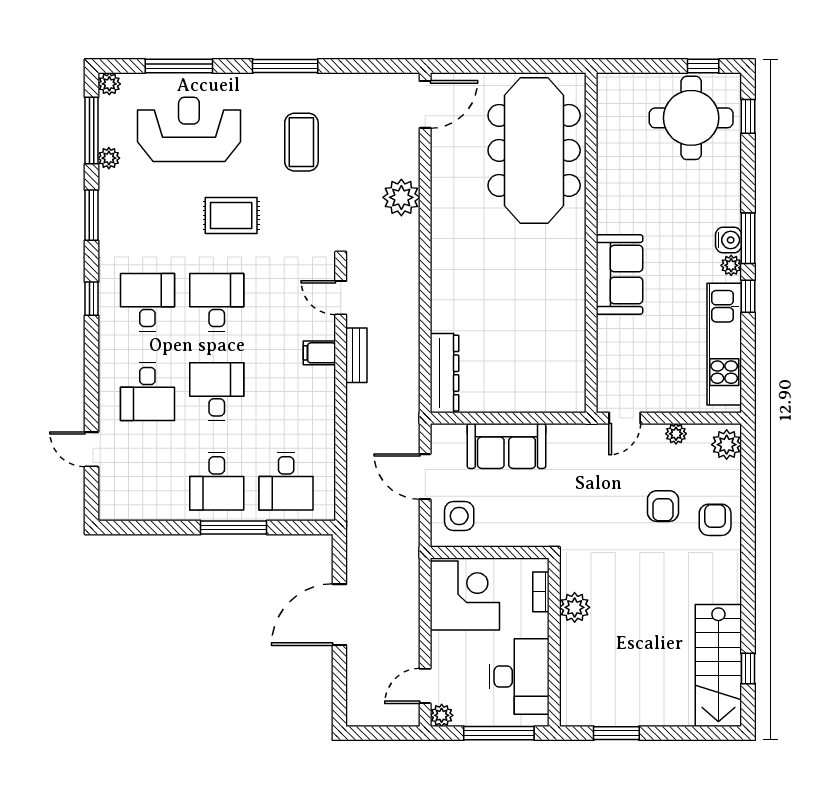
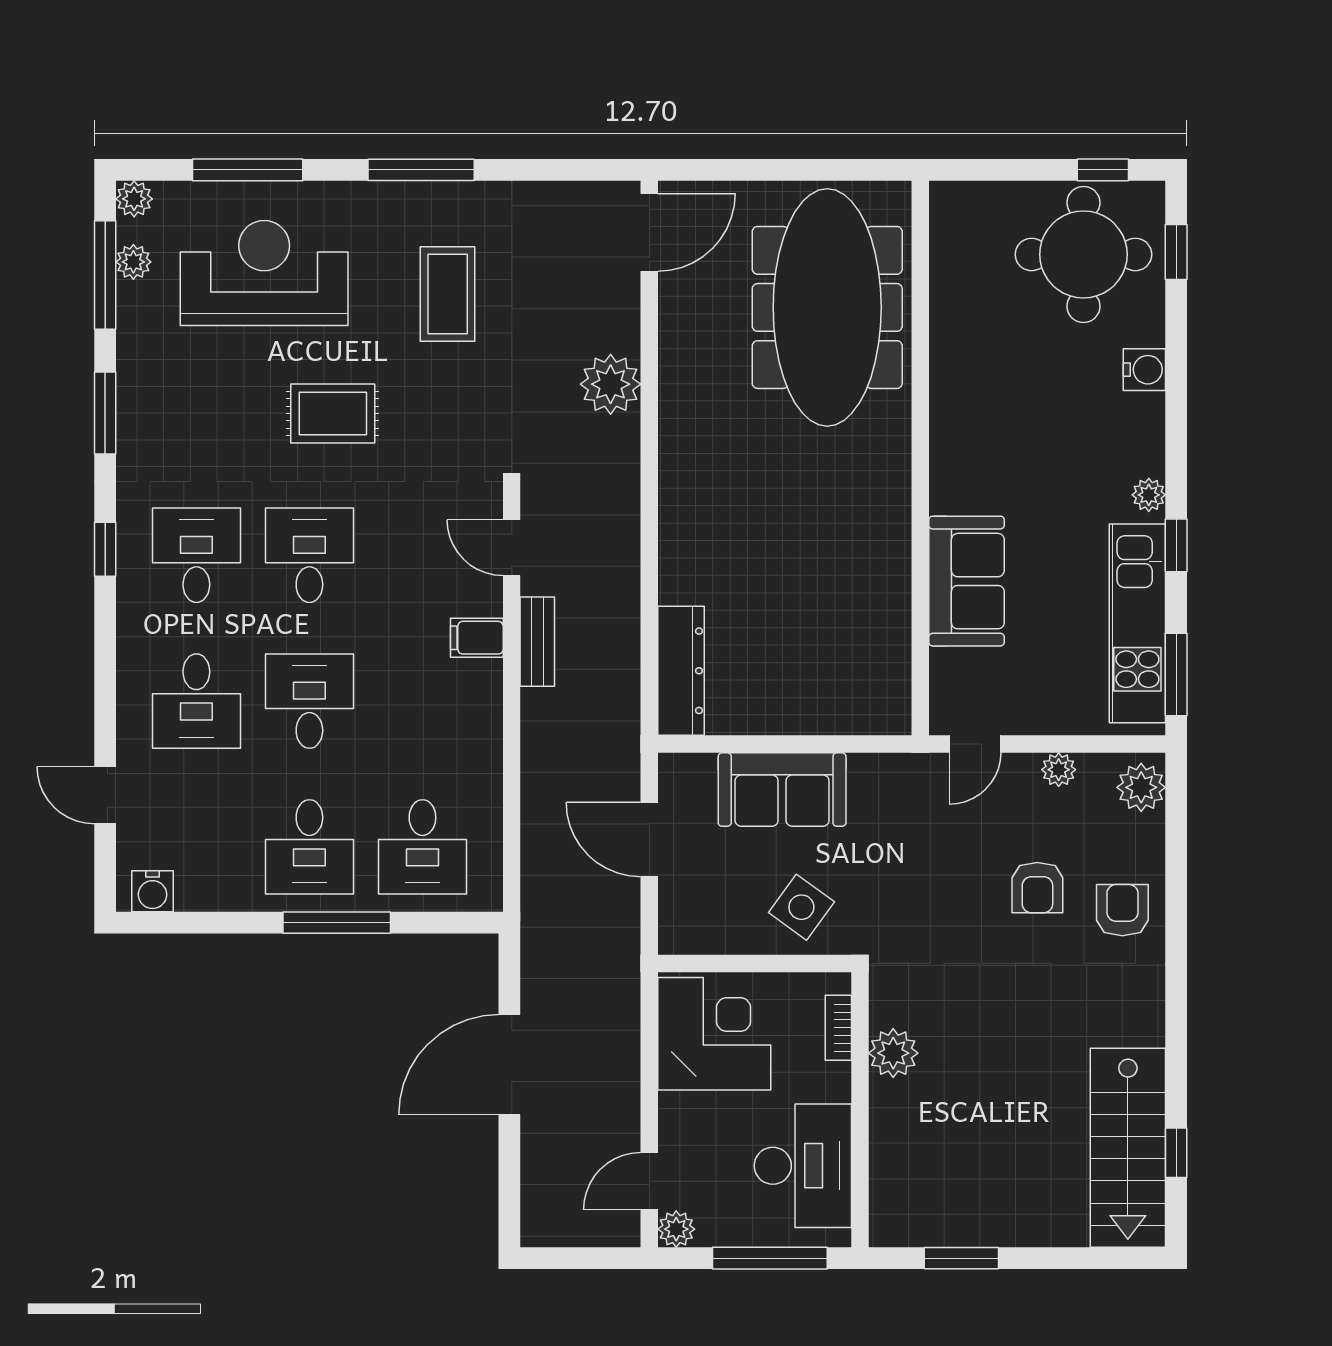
plant: (109, 158) -> (133, 262), moved
window: (748, 238) -> (1176, 675), moved
water cooler: (729, 240) -> (1144, 370), moved
sofa: (619, 274) -> (967, 581), moved
water cooler: (121, 508) -> (153, 891), added
side table: (459, 516) -> (801, 907), moved, turned 36

